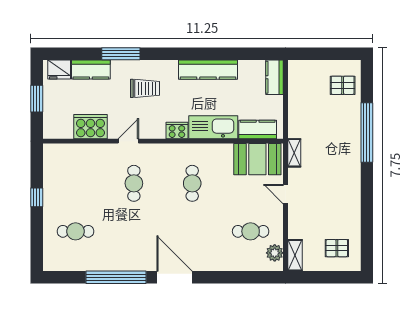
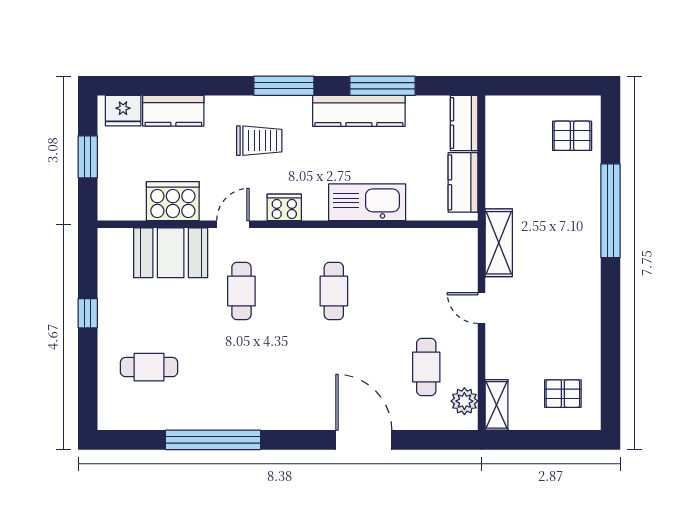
window: (121, 54) -> (284, 86), moved
window: (223, 54) -> (382, 86), added
kitchen counter: (258, 129) -> (463, 182), moved, turned -90
cooker: (177, 131) -> (284, 207), moved
shelving: (294, 153) -> (499, 243), width x1.50, depth x1.33
booth: (257, 159) -> (171, 253), moved
cafe table: (251, 231) -> (426, 367), turned 90
door: (174, 277) -> (364, 440), moved

